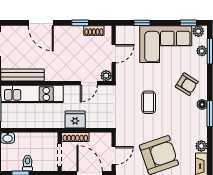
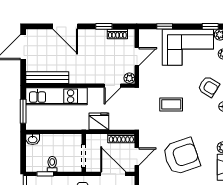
coffee table: (149, 102) -> (171, 104), turned 90
shoe rack: (75, 137) -> (121, 138), moved

